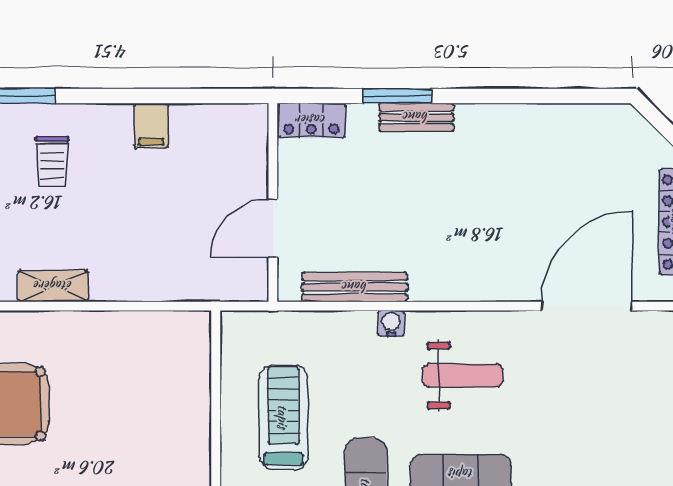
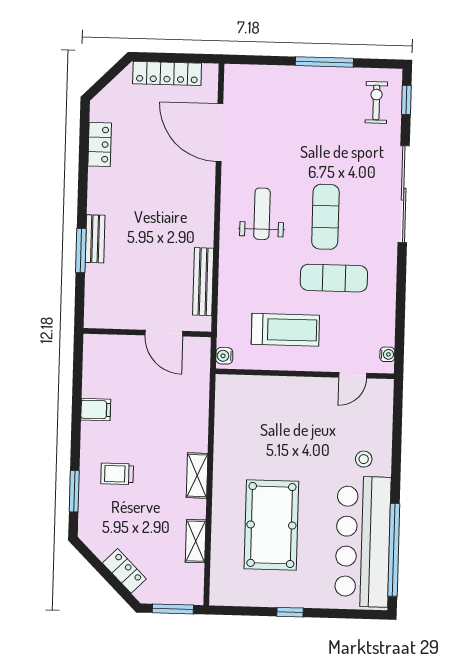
locker: (311, 120) -> (100, 144), moved
trolley: (52, 162) -> (117, 474), turned 180
water cooler: (391, 323) -> (224, 356), moved
treadmill: (283, 417) -> (285, 330), turned 180

